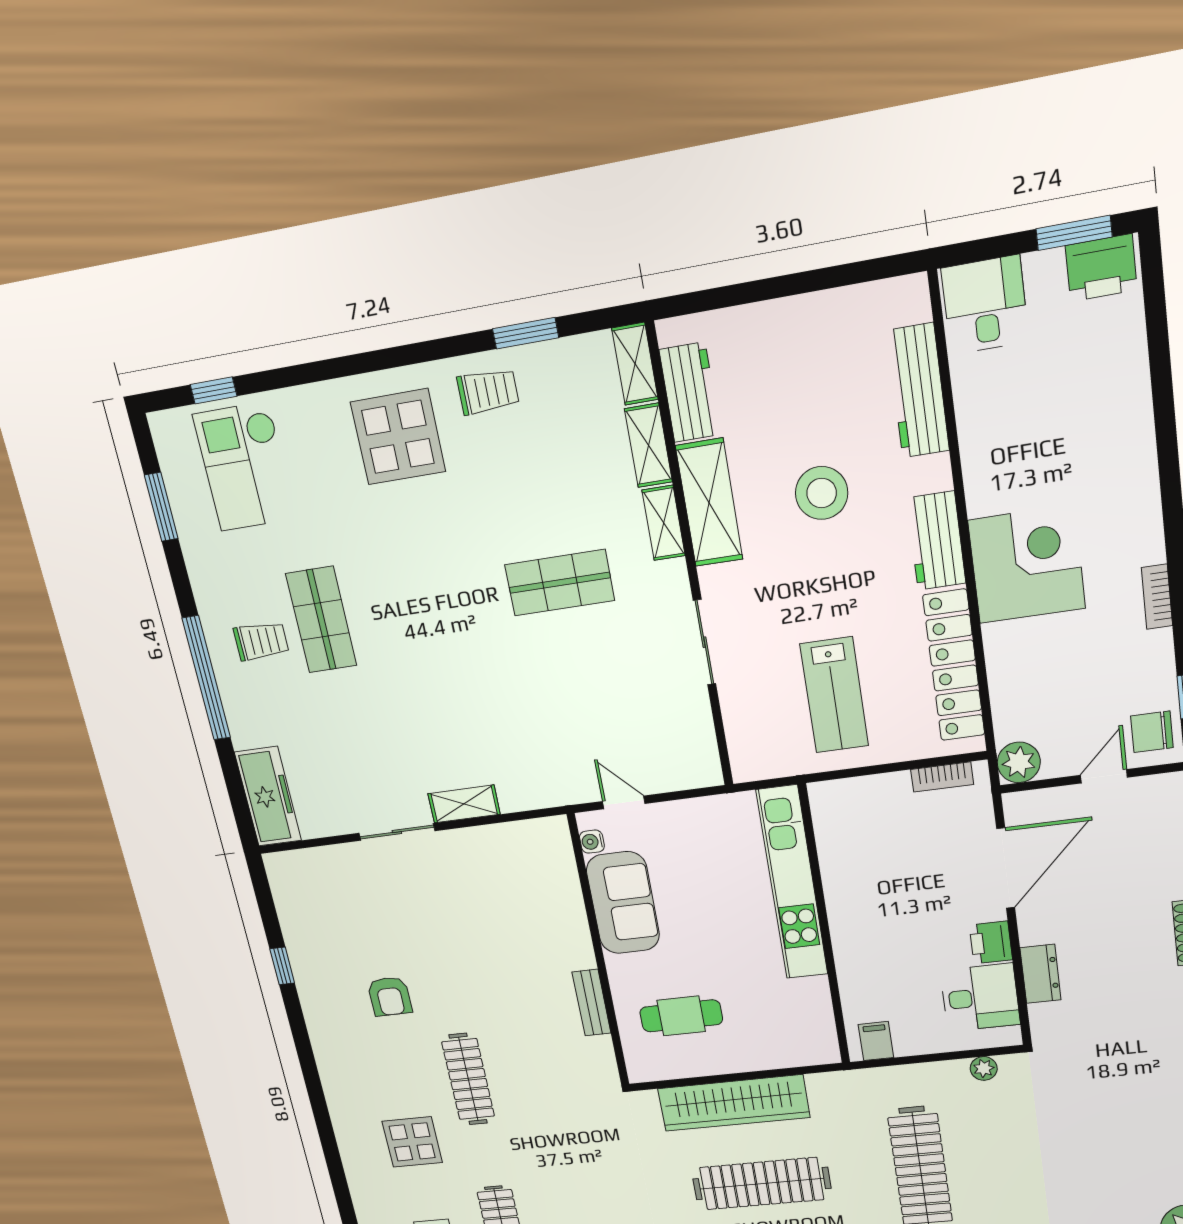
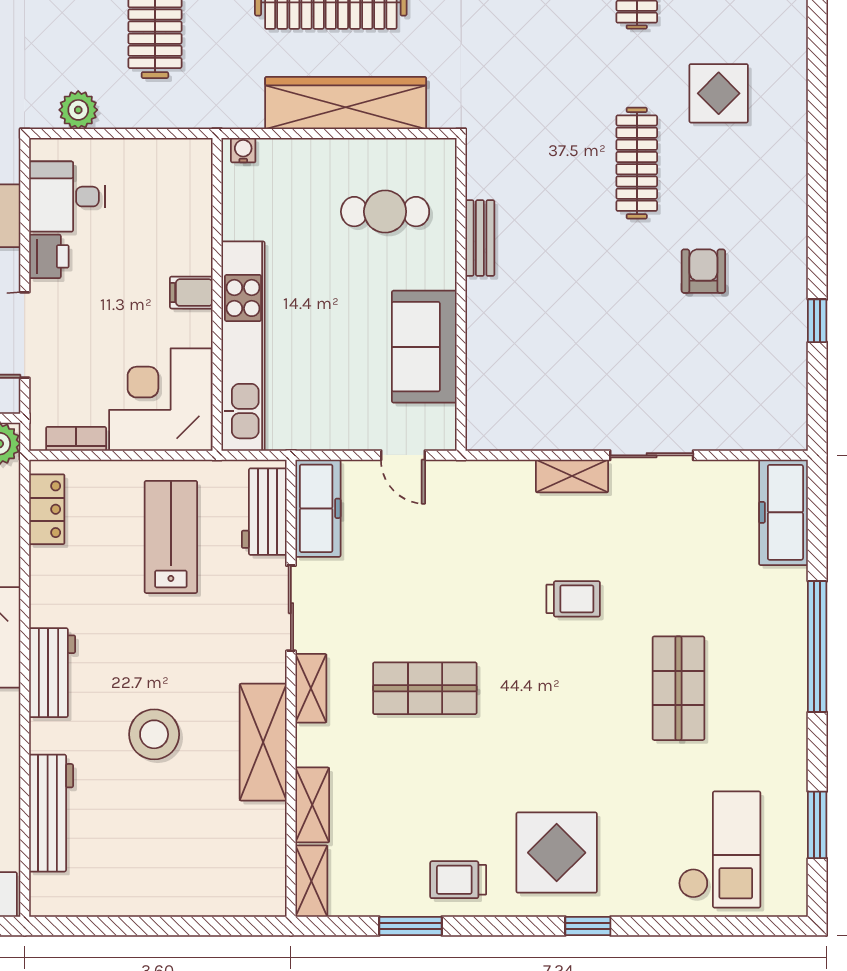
window: (214, 390) -> (588, 926), moved
workbench: (690, 392) -> (264, 512), moved
shelving: (664, 523) -> (311, 688), moved
trolley: (261, 641) -> (573, 599), moved, turned 180
locker: (954, 666) -> (47, 509), width x0.46, depth x0.83
freezer: (695, 742) -> (318, 508), added
corner desk: (864, 824) -> (160, 400), added
water cooler: (592, 842) -> (243, 150), moved, turned -90
filing cabinet: (876, 1041) -> (191, 293), moved, turned 90
plant: (984, 1068) -> (78, 110), width x1.38, depth x1.38

